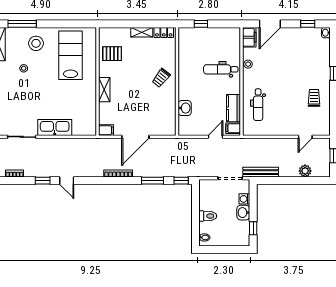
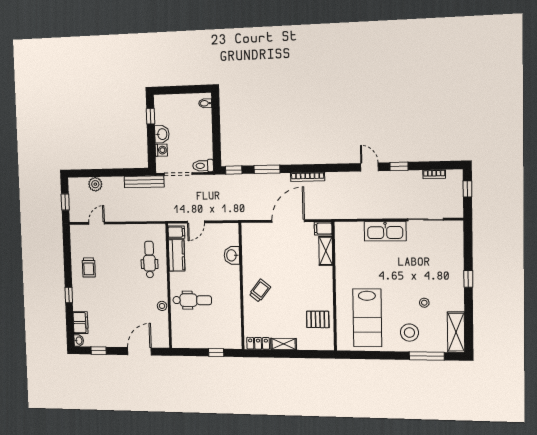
filing cabinet: (249, 37) -> (80, 323), moved, turned 180
shelving: (104, 90) -> (326, 251), moved
toilet: (208, 216) -> (203, 166), moved

